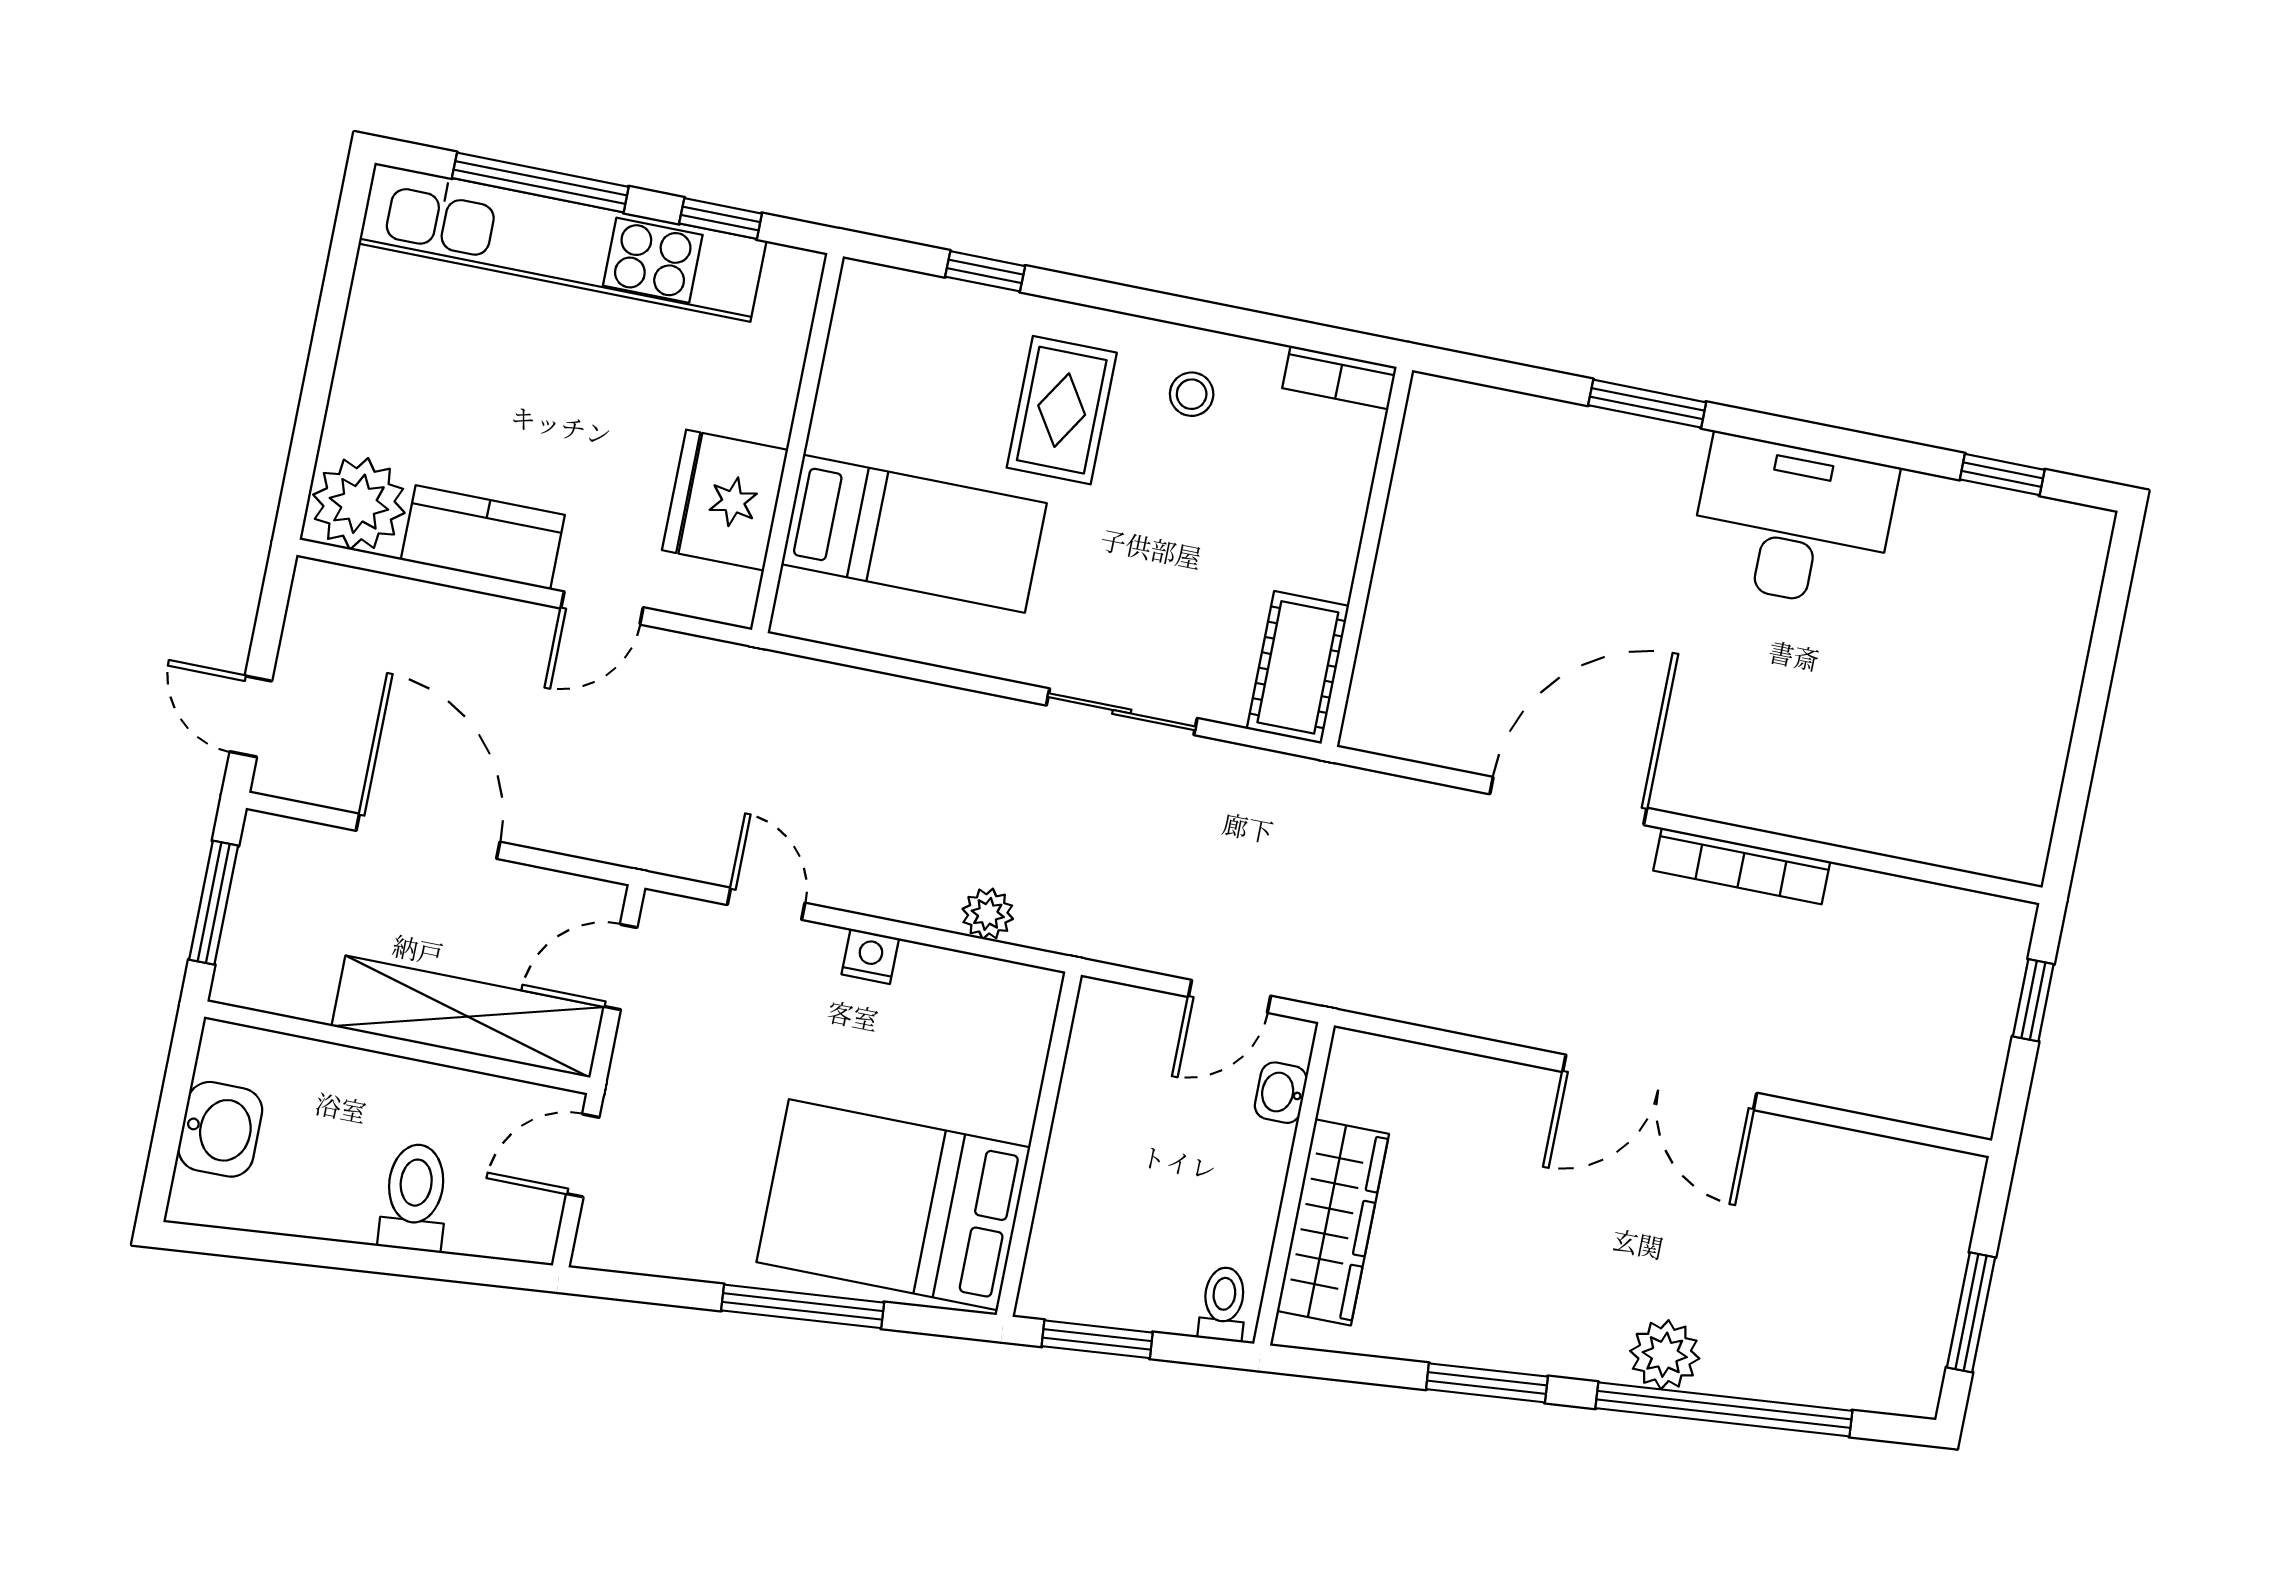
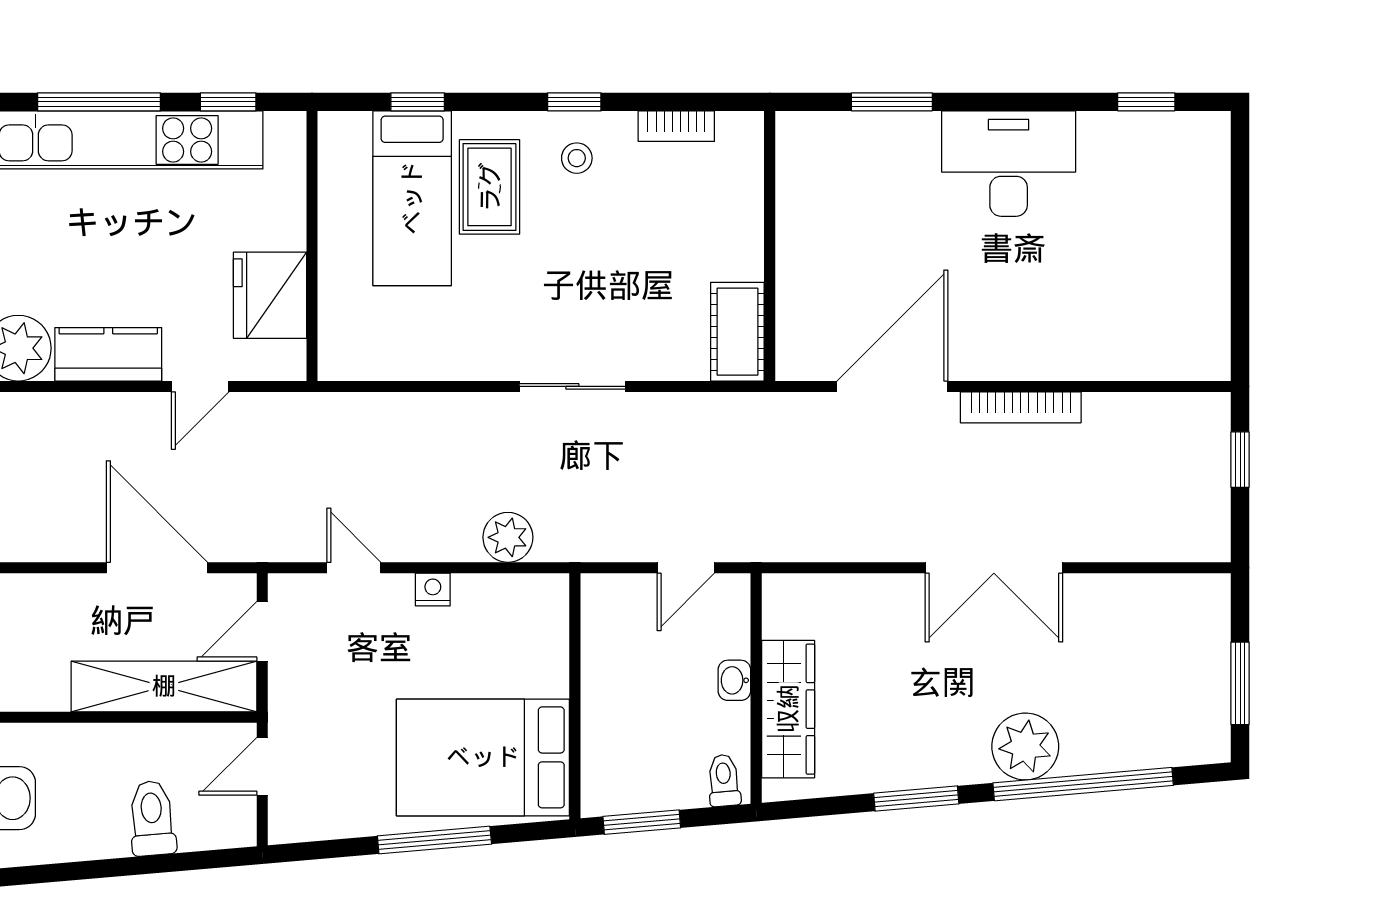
window: (1204, 315) -> (574, 102), added
bed: (914, 534) -> (412, 198), moved, turned 90
wall: (1367, 557) -> (770, 246), moved
cot: (1298, 667) -> (737, 332), moved
door: (428, 836) -> (157, 568), moved
plant: (988, 914) -> (508, 537), width x1.38, depth x1.38
washbasin: (1281, 1093) -> (734, 680), moved
plant: (1665, 1355) -> (1025, 746), width x1.36, depth x1.36

